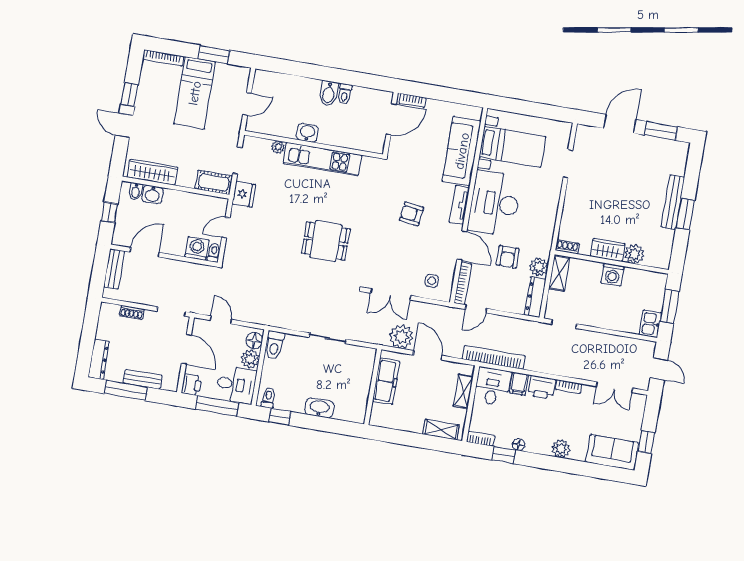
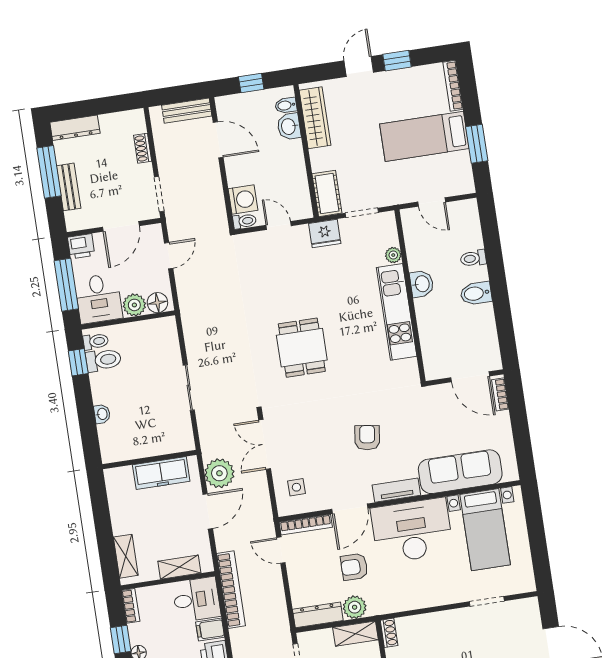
toilet: (345, 94) -> (473, 258), moved
toilet: (274, 345) -> (103, 360), moved, turned 180
washbasin: (319, 408) -> (102, 414), width x0.52, depth x0.69

